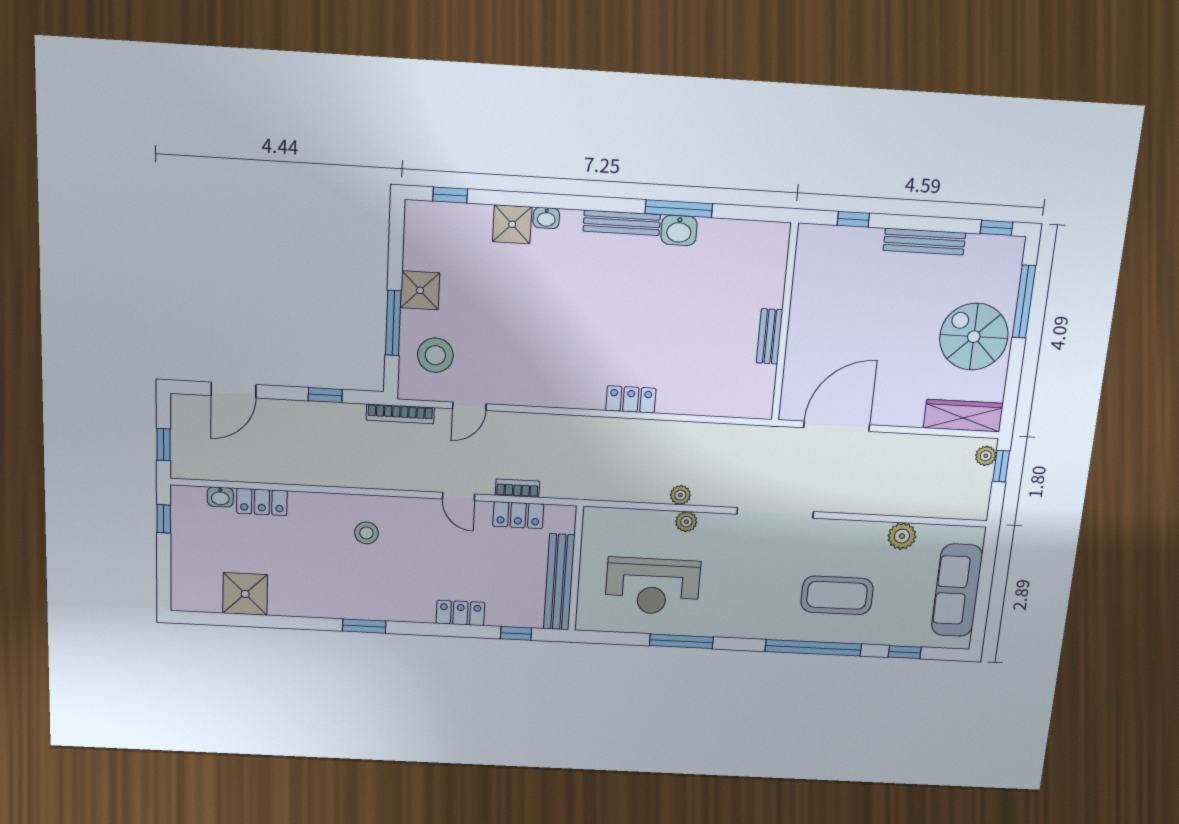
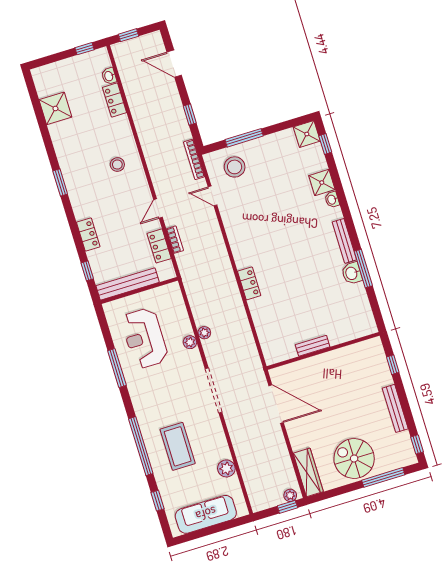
shower: (420, 290) -> (307, 134), moved
spiral stairs: (974, 337) -> (354, 458), turned -90

